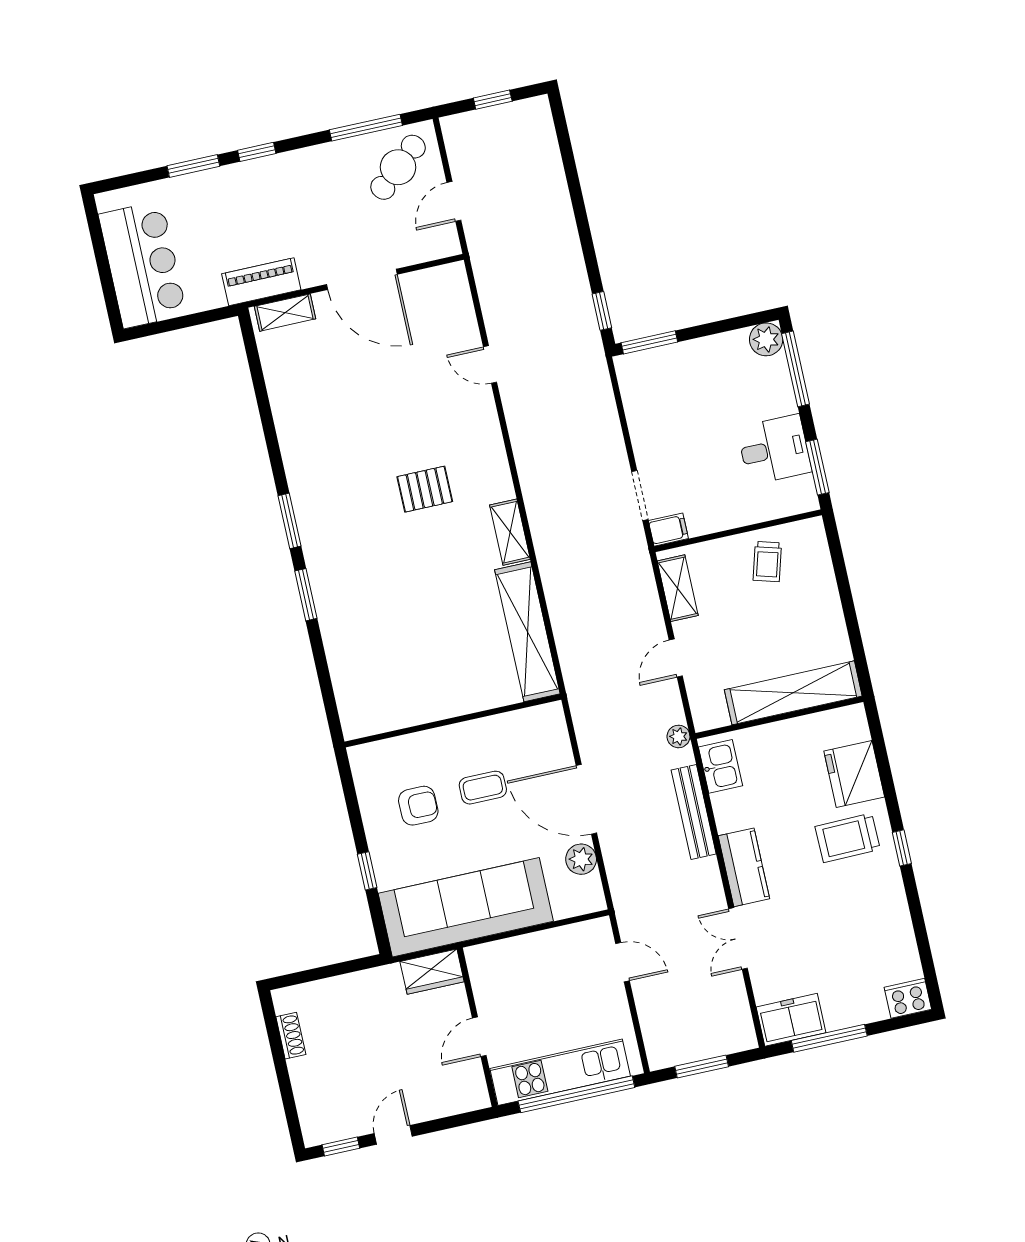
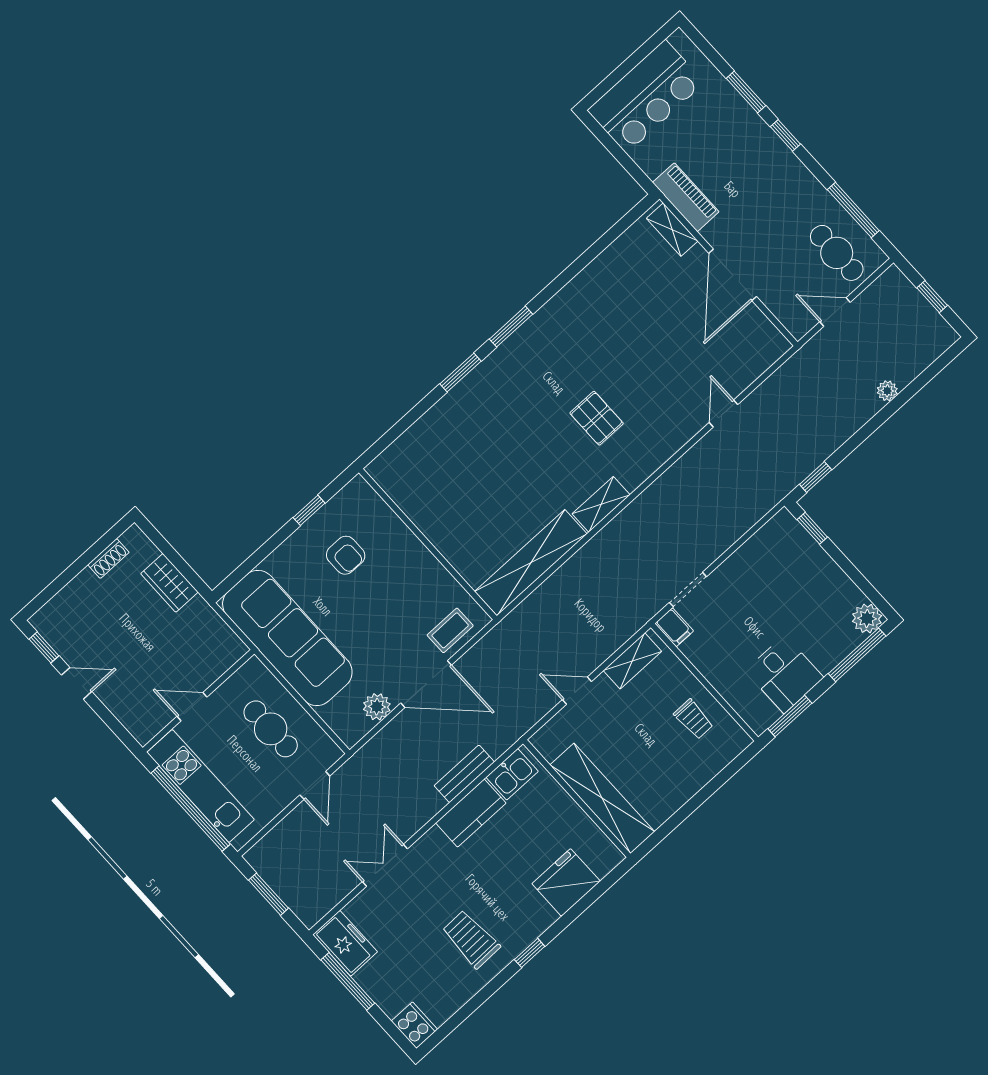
cafe table: (398, 167) -> (837, 253), turned 41
window: (649, 342) -> (812, 528), width x0.67
trolley: (767, 562) -> (694, 719), turned -106
plant: (679, 736) -> (887, 391), moved
coffee table: (483, 788) -> (450, 630), moved, turned 90
door: (586, 799) -> (426, 684), swing flipped
bench: (694, 812) -> (464, 774), width x0.73
trolley: (848, 838) -> (471, 939), moved
kitchen counter: (744, 867) -> (471, 813), moved
window: (367, 871) -> (309, 510), moved
wardrobe: (432, 972) -> (169, 583), moved
cafe table: (544, 973) -> (271, 729), added

